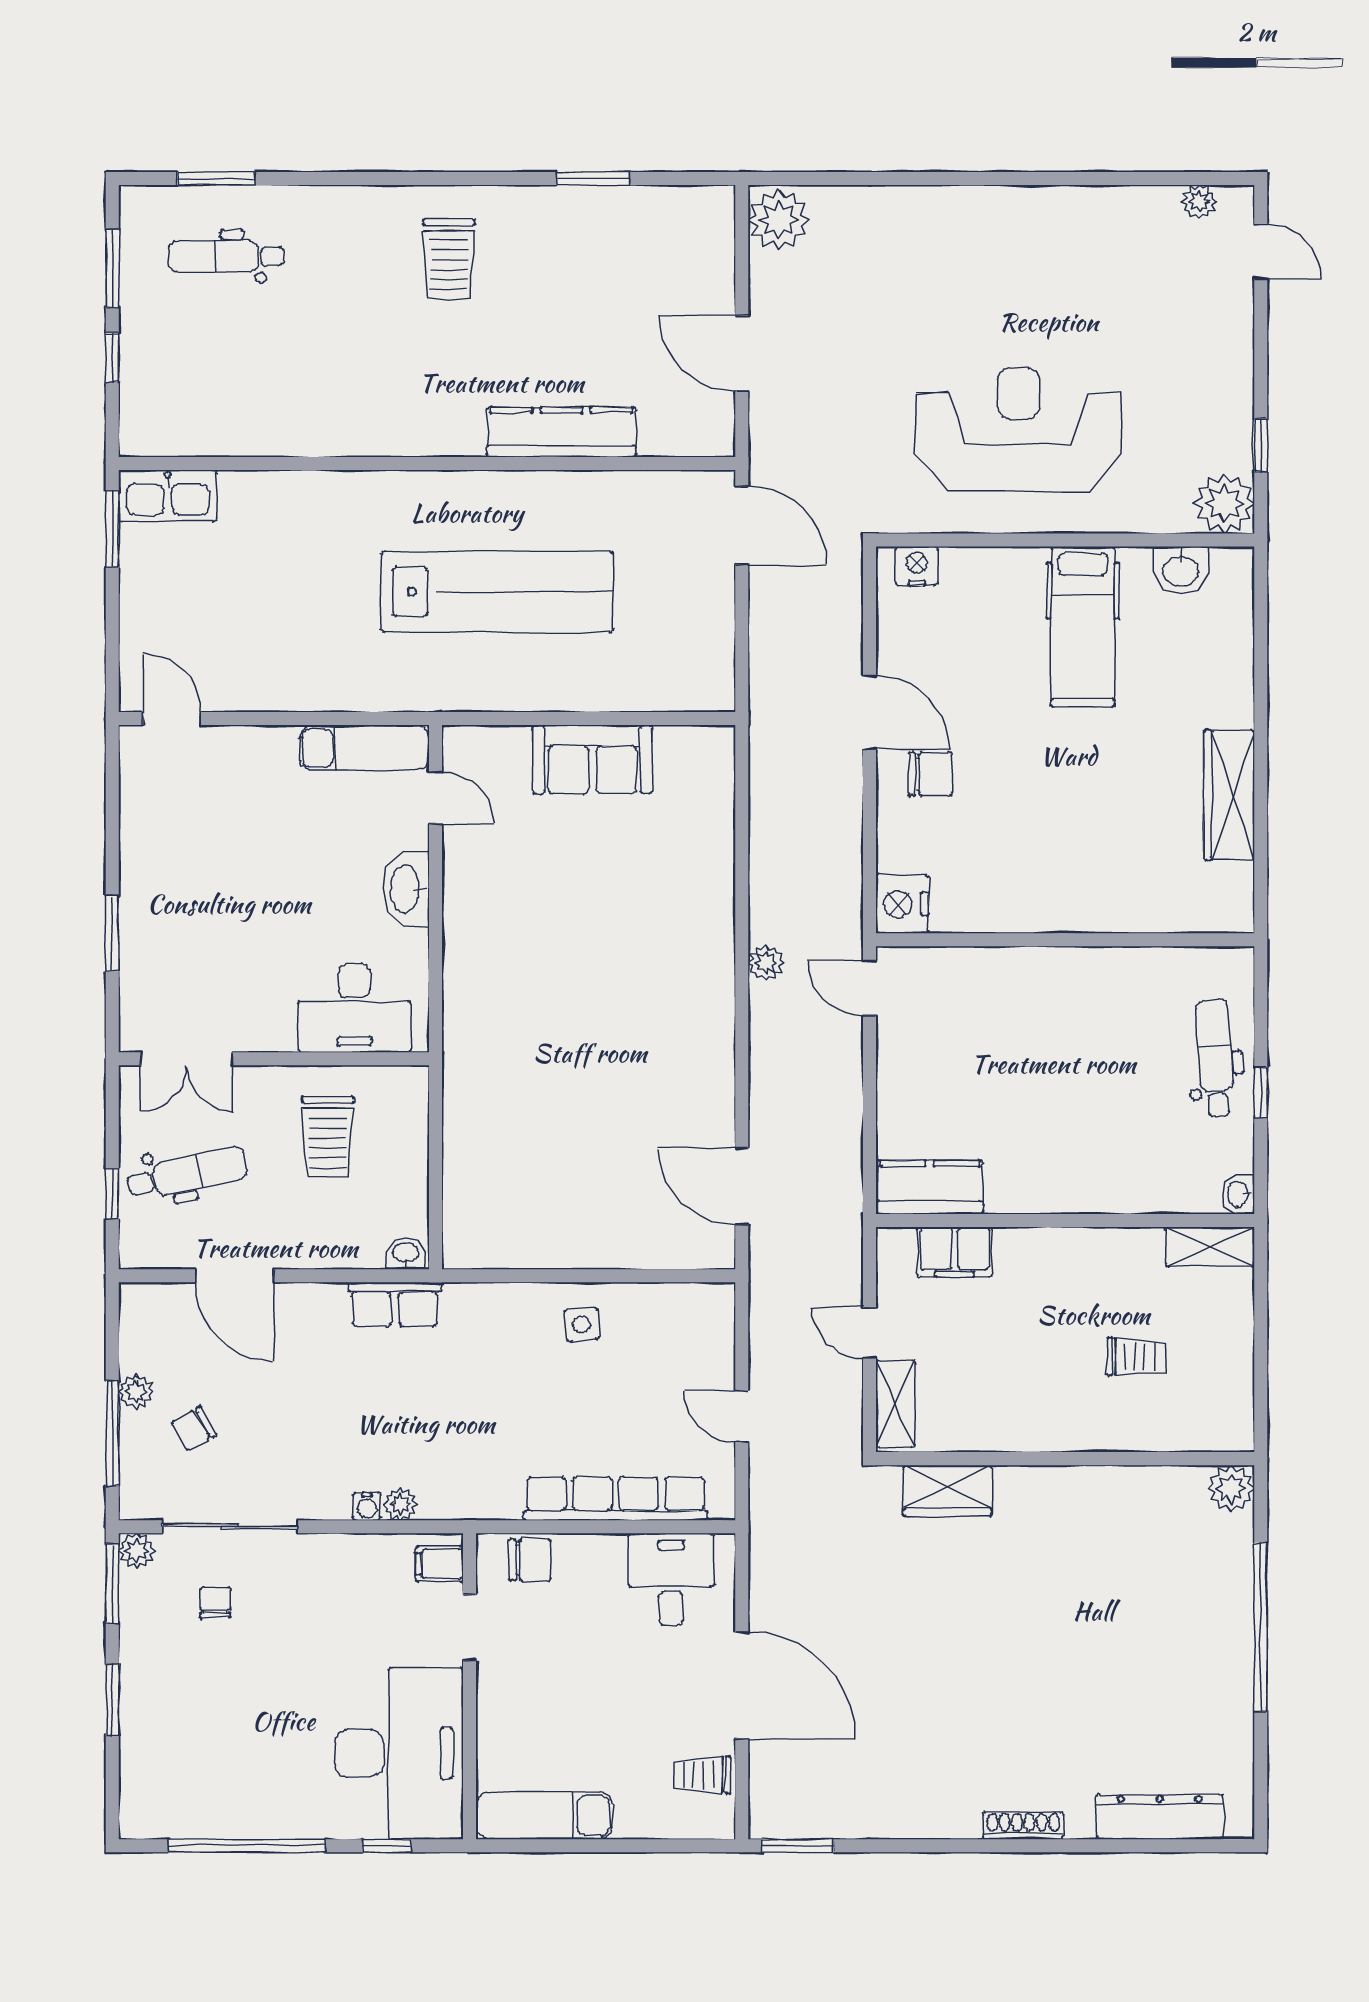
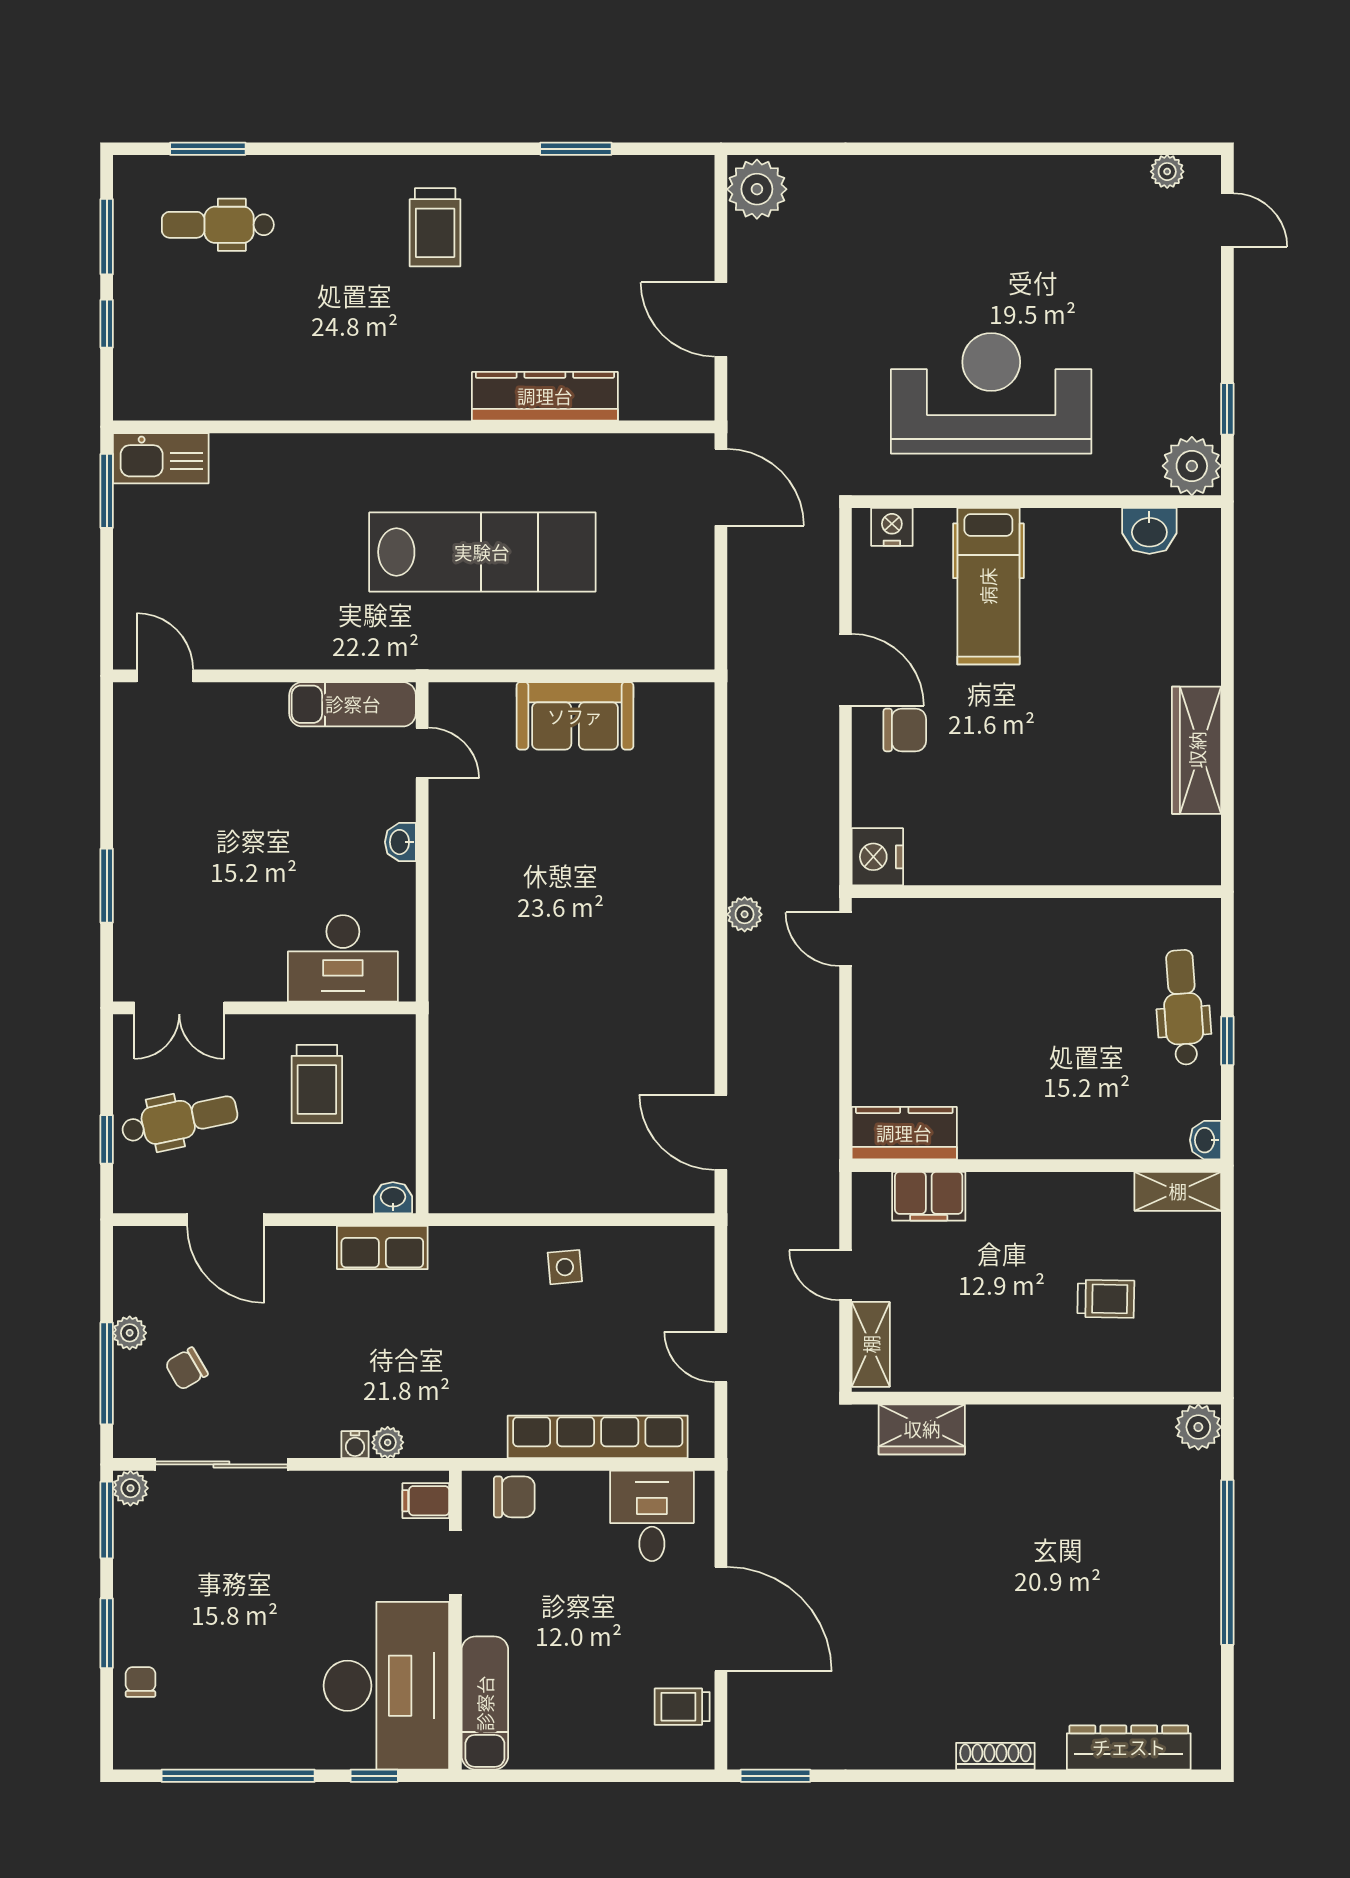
hospital bed: (1083, 627) -> (988, 586), moved
washbasin: (406, 889) -> (400, 842), width x0.52, depth x0.69
chair: (215, 1603) -> (141, 1682), moved
exam couch: (544, 1815) -> (485, 1703), moved, turned 90

